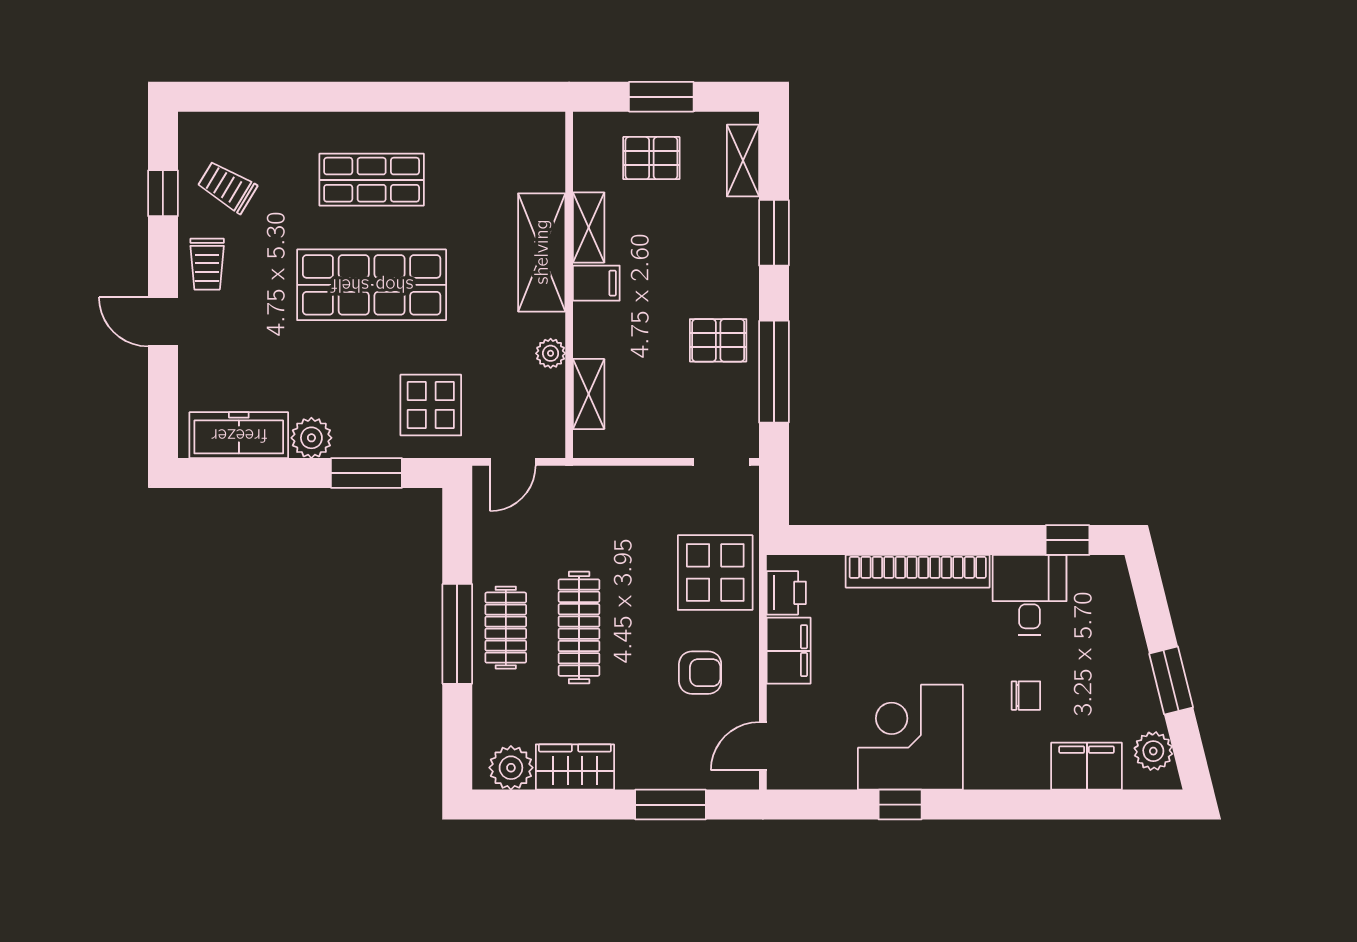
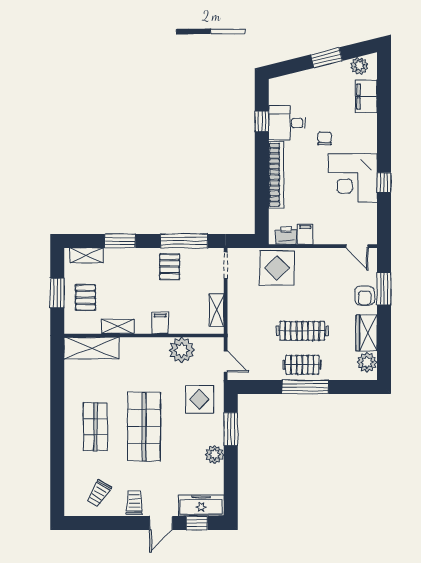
window: (163, 193) -> (197, 523), moved
shelving: (542, 252) -> (91, 348), moved
trolley: (207, 264) -> (134, 503), turned -90
filing cabinet: (596, 283) -> (160, 323), moved
plant: (551, 353) -> (182, 350), width x1.88, depth x1.88
shelving: (589, 394) -> (217, 310), moved, turned 90
freezer: (239, 435) -> (201, 505), moved, turned 90
window: (1068, 540) -> (262, 121), moved
filing cabinet: (789, 651) -> (305, 234), width x0.50
armchair: (700, 673) -> (365, 296), moved, turned 180
chair: (1026, 696) -> (325, 138), moved

